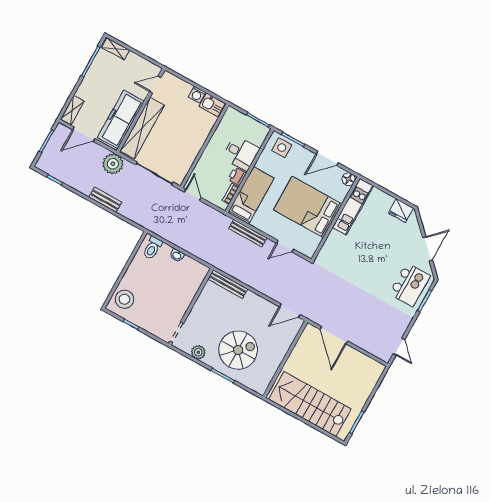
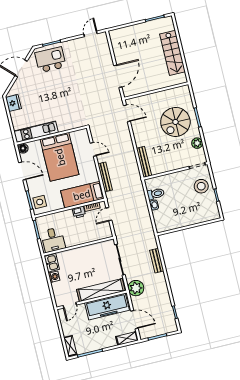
door: (155, 84) -> (70, 305), hinge flipped
desk: (241, 153) -> (53, 240), moved, turned 180
door: (193, 195) -> (109, 214), moved
bench: (105, 200) -> (157, 261), moved
toilet: (152, 248) -> (156, 194), moved
stool: (124, 299) -> (201, 186), moved
spiral stairs: (238, 350) -> (175, 122), turned -90
stairs: (310, 404) -> (173, 53), width x0.73, depth x0.66

